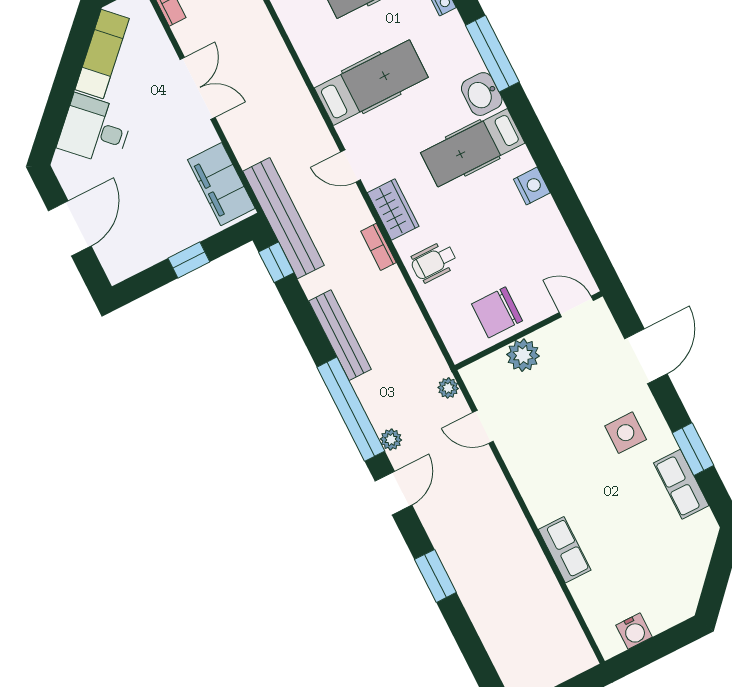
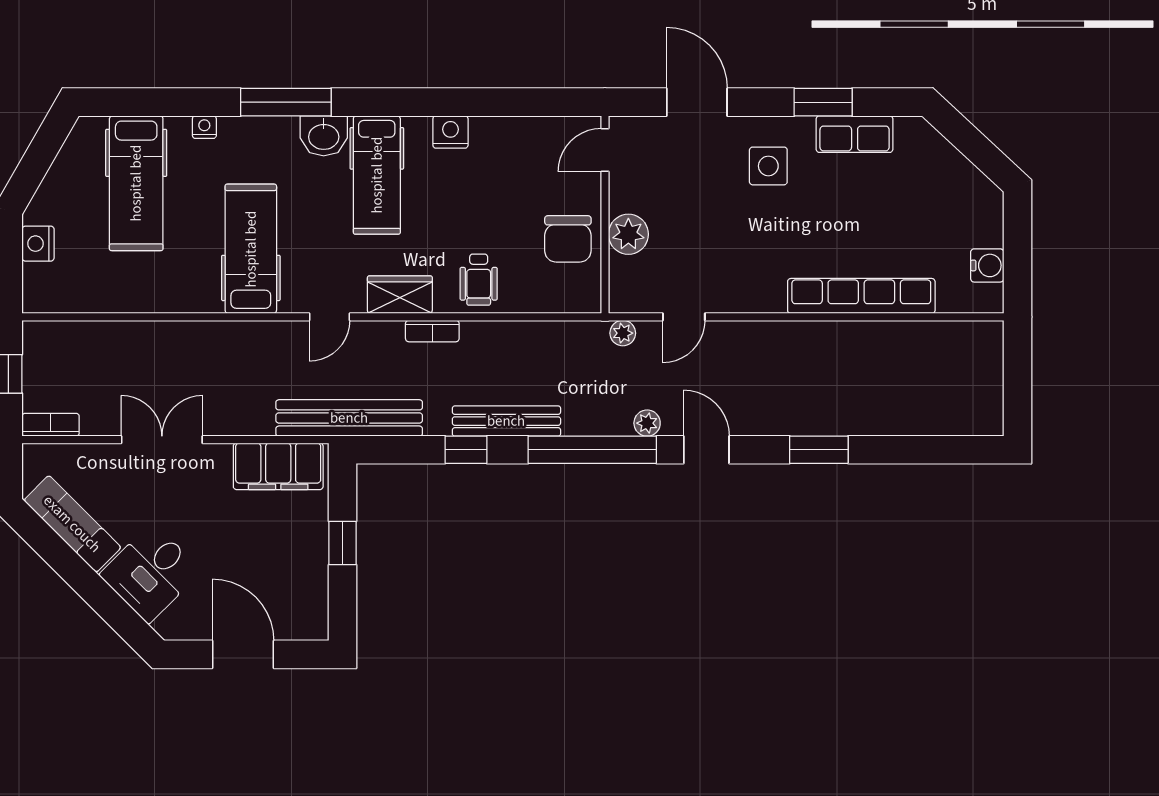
window: (276, 262) -> (466, 450), moved
row of seats: (565, 550) -> (861, 296), width x2.02

